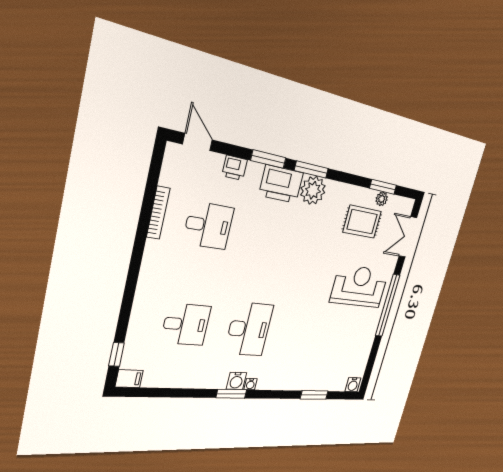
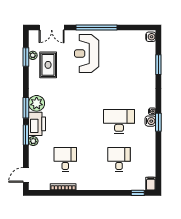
printer: (235, 168) -> (34, 152), removed
plant: (255, 171) -> (33, 141), added

